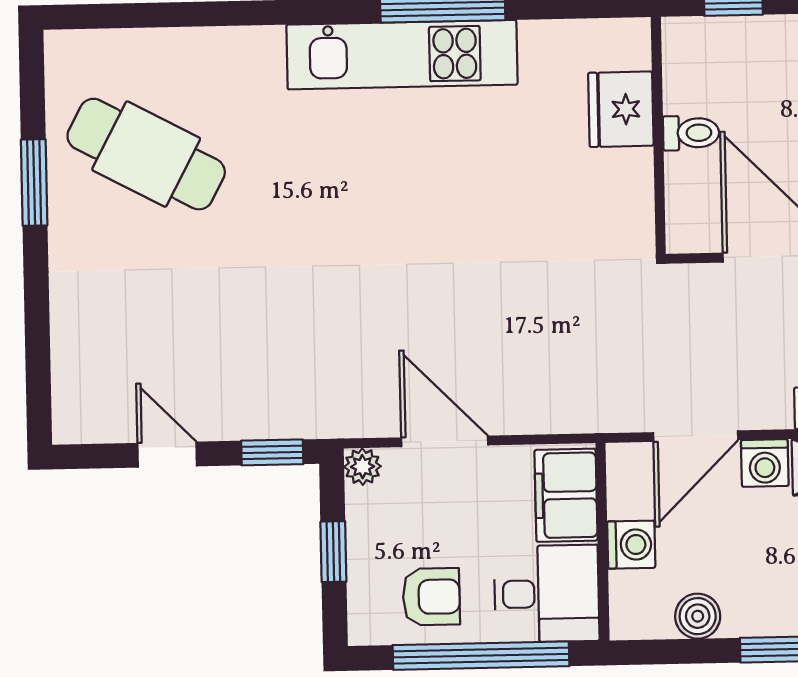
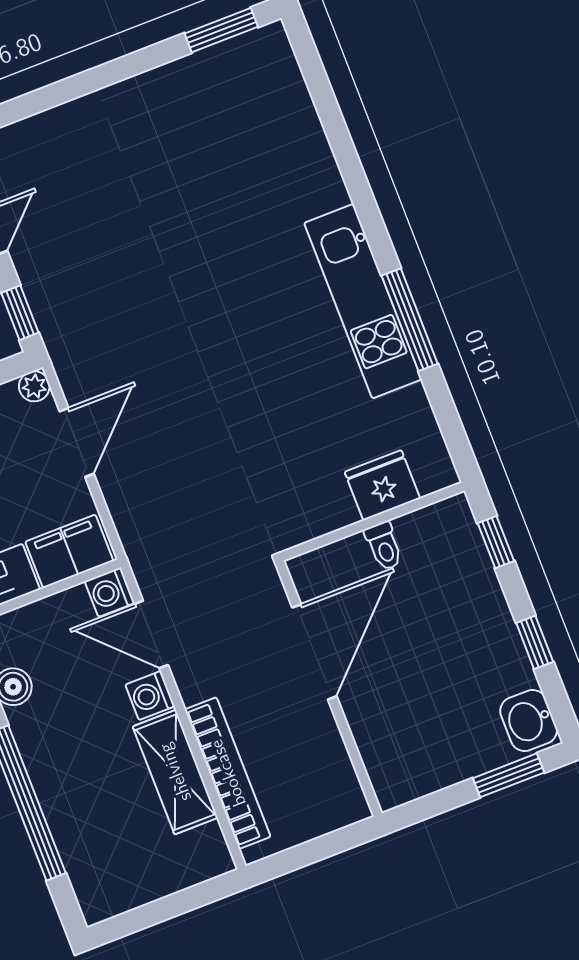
cafe table: (146, 154) -> (215, 132), removed
window: (34, 183) -> (221, 30), moved
washing machine: (631, 545) -> (110, 592), moved, turned 90

